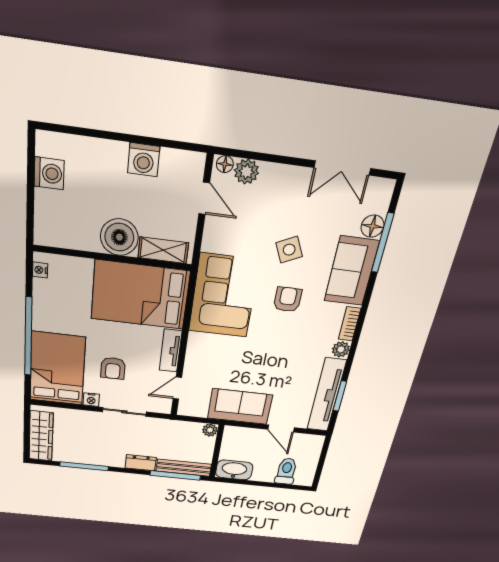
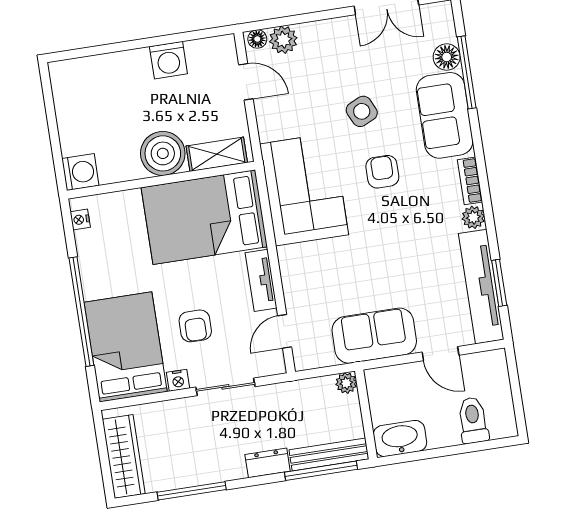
washing machine: (49, 173) -> (80, 172), moved

